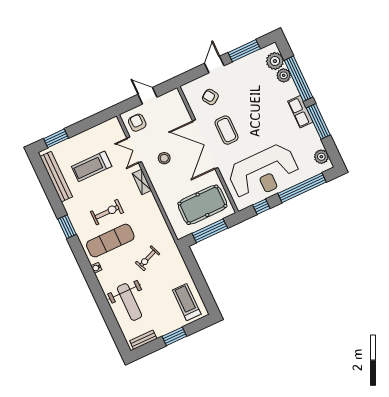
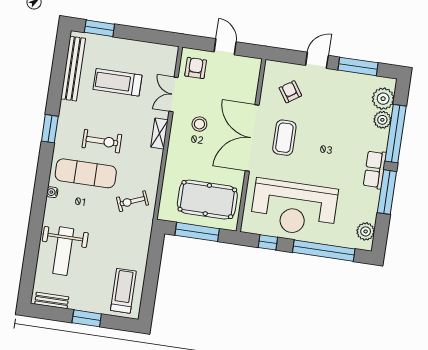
exercise bike: (148, 258) -> (132, 201), moved

